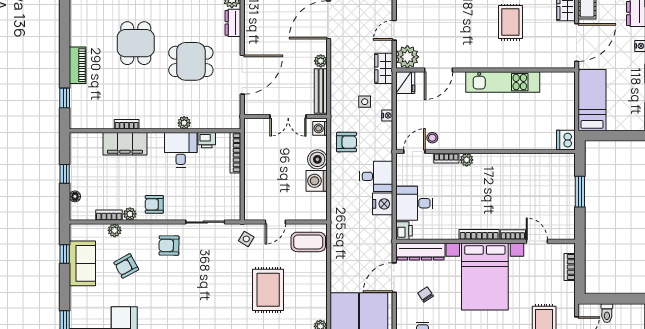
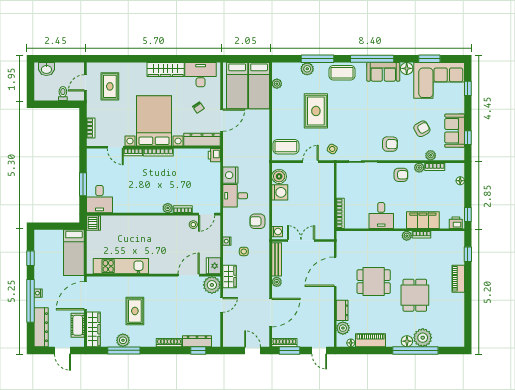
kitchen unit: (503, 82) -> (121, 266), moved
plant: (184, 123) -> (407, 236), moved
printer: (207, 140) -> (456, 223), moved
boiler: (317, 159) -> (279, 176), moved
window: (65, 174) -> (468, 214), moved
desk: (414, 203) -> (99, 199), moved, turned 90

